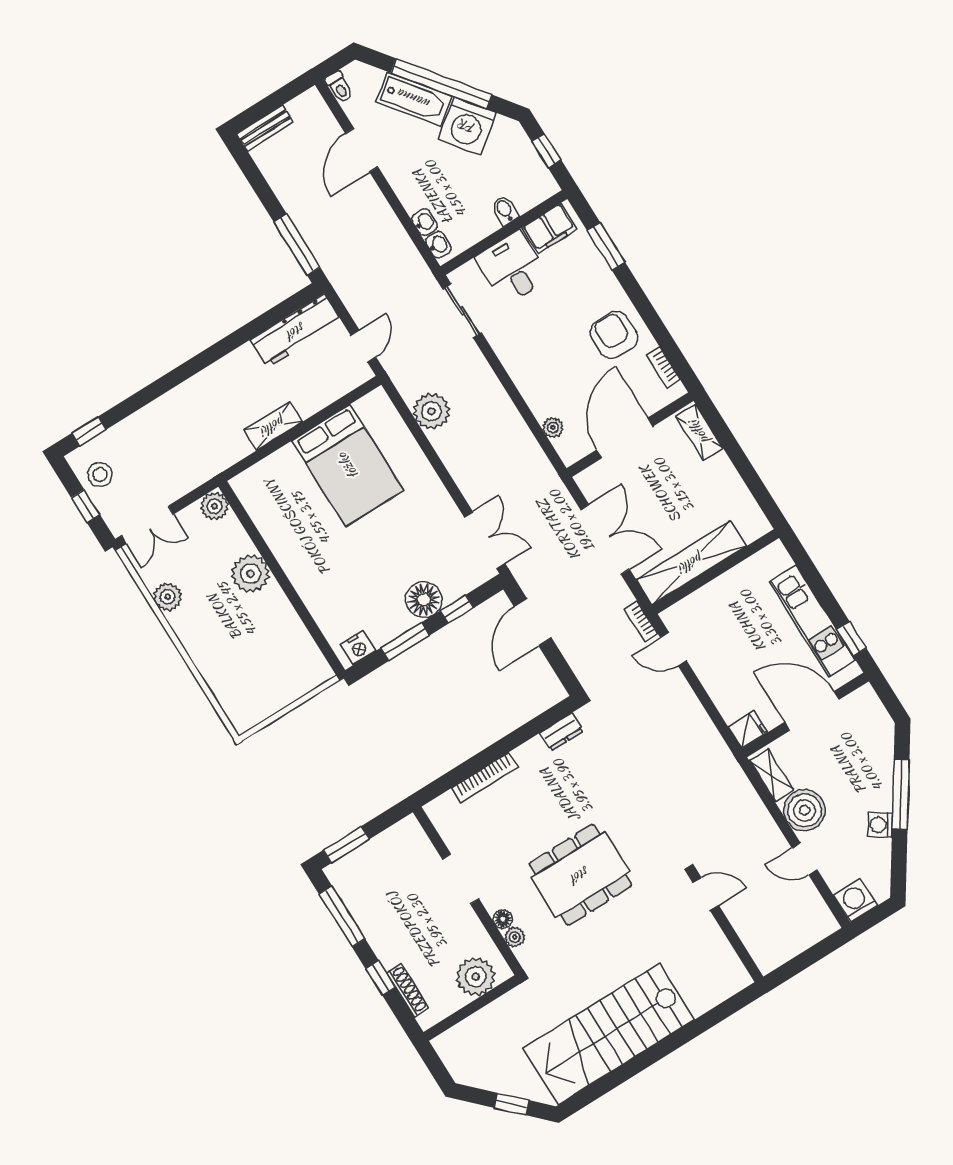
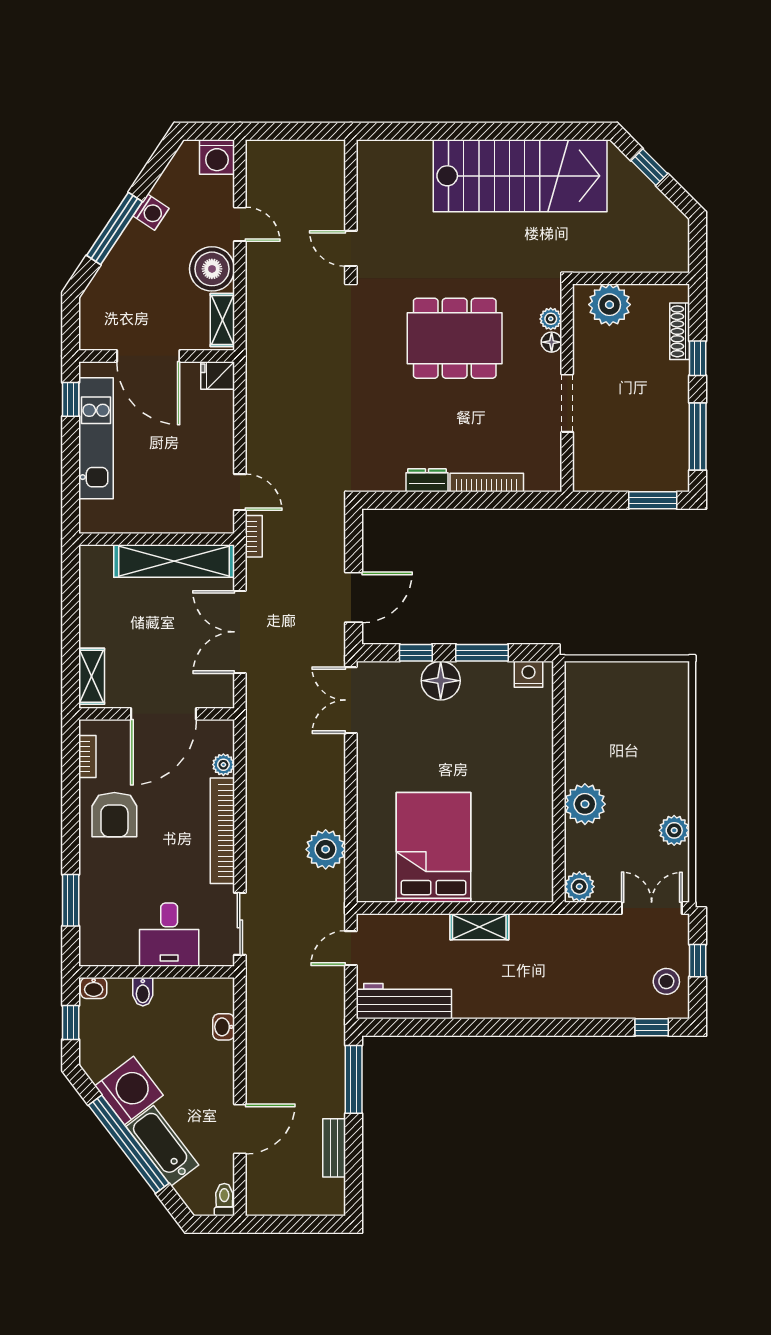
bench: (265, 128) -> (334, 1148), moved, turned 90
filing cabinet: (549, 228) -> (112, 950), removed
washbasin: (438, 245) -> (94, 988), moved, turned -90
bookcase: (521, 375) -> (222, 831), added
dresser: (562, 732) -> (427, 480), moved

